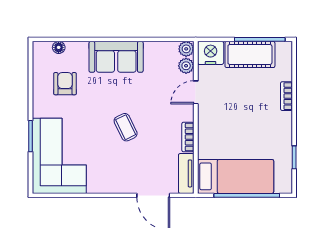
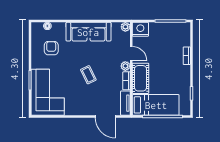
cot: (250, 54) -> (141, 78), moved, turned 90
sofa: (116, 57) -> (88, 32), width x1.36
plant: (186, 66) -> (125, 66), moved
door: (196, 92) -> (131, 53), swing flipped

